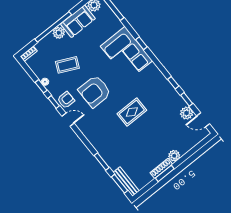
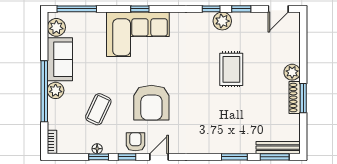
rug: (132, 112) -> (231, 69), moved
plant: (187, 113) -> (222, 21), moved

